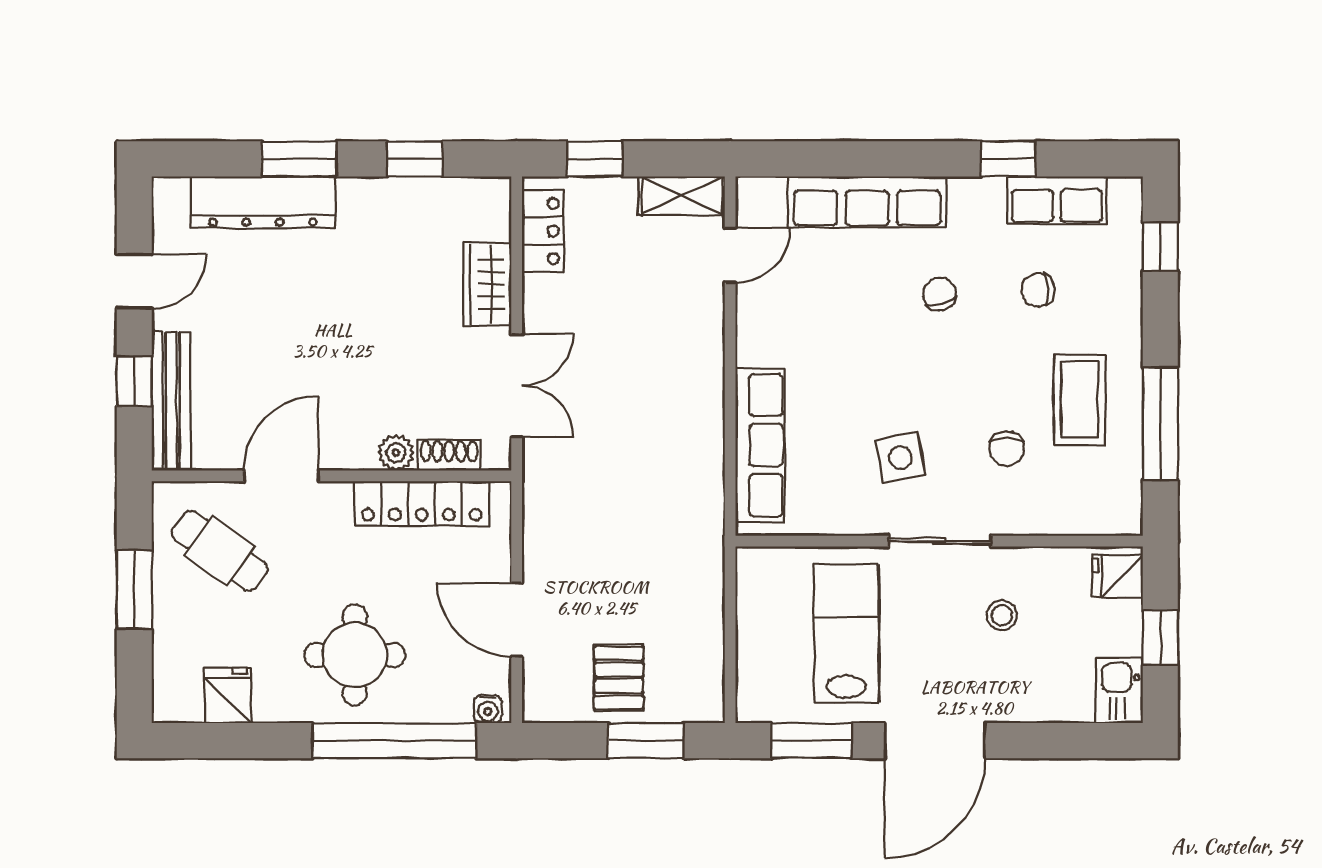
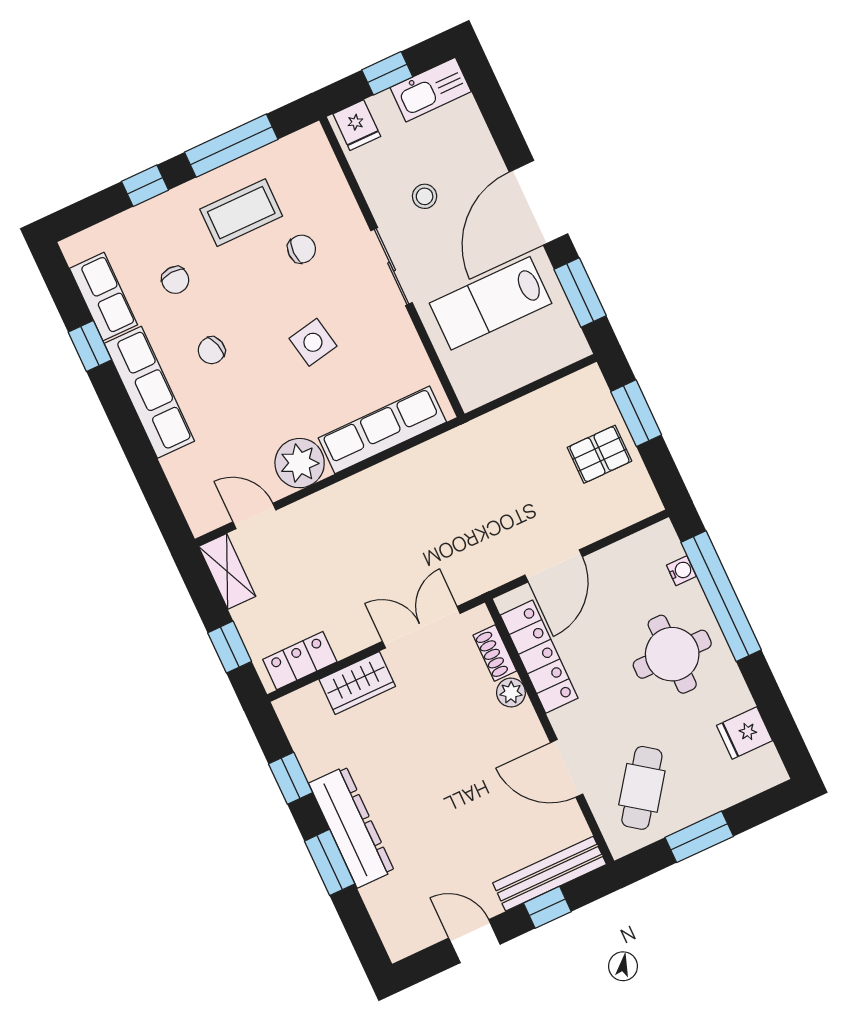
dresser: (263, 202) -> (351, 827), moved
row of seats: (867, 202) -> (149, 392), moved
window: (1160, 247) -> (145, 186), moved
plant: (766, 334) -> (300, 463), added
side table: (900, 458) -> (313, 342), moved
door: (517, 620) -> (554, 566), moved
kitchen sink: (1119, 691) -> (431, 90), width x1.38
water cooler: (488, 709) -> (681, 571), moved
door: (935, 741) -> (539, 203), swing flipped

